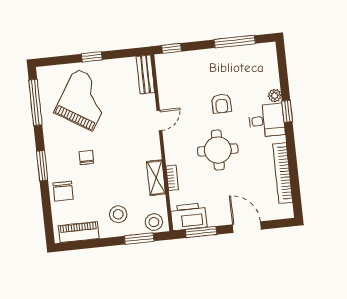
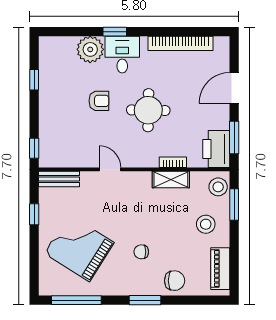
window: (235, 42) -> (34, 80), width x0.46
window: (92, 57) -> (34, 214), moved
plant: (275, 96) -> (90, 49), width x1.88, depth x1.88

